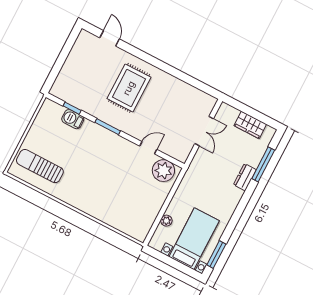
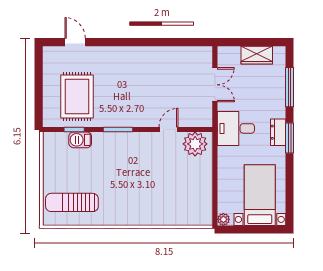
rug: (129, 88) -> (77, 96), moved
desk: (203, 175) -> (236, 128), added
dresser: (245, 177) -> (278, 132), moved
plant: (166, 221) -> (223, 219), moved
window: (216, 254) -> (290, 138), moved

